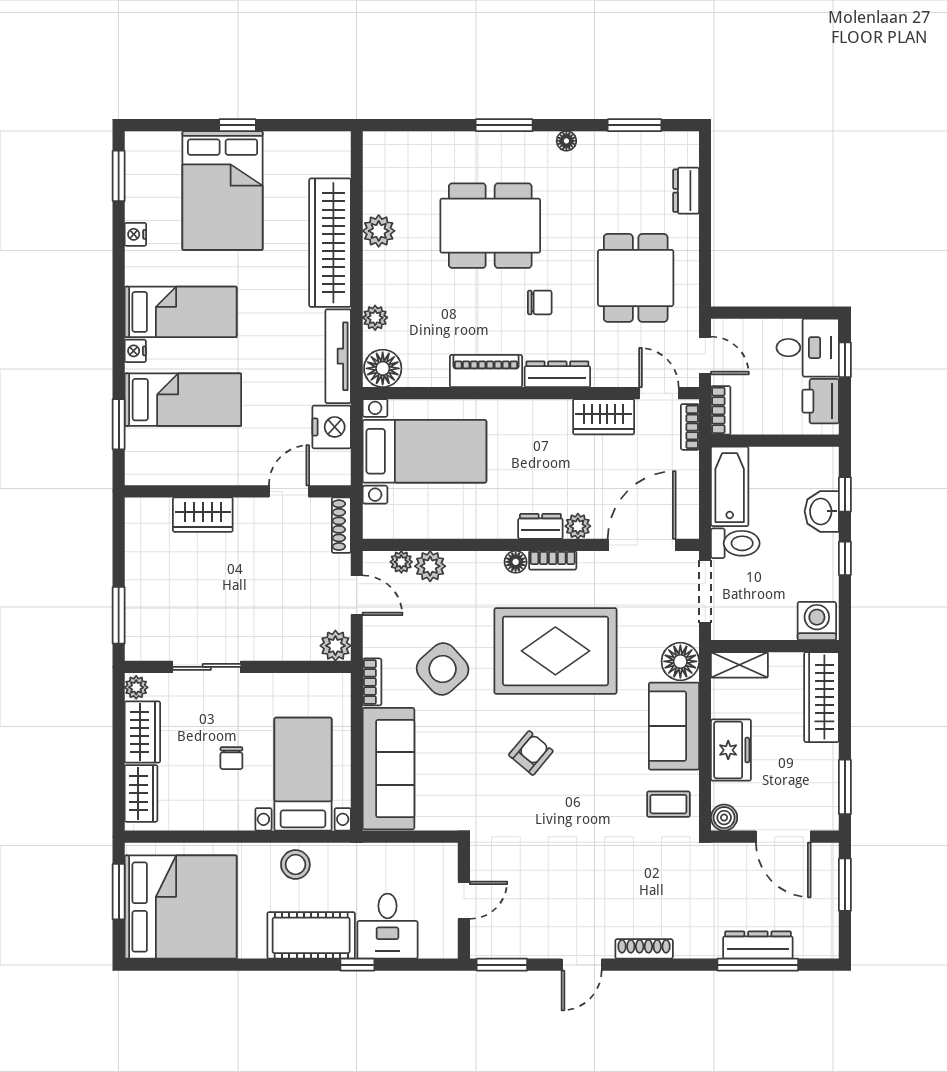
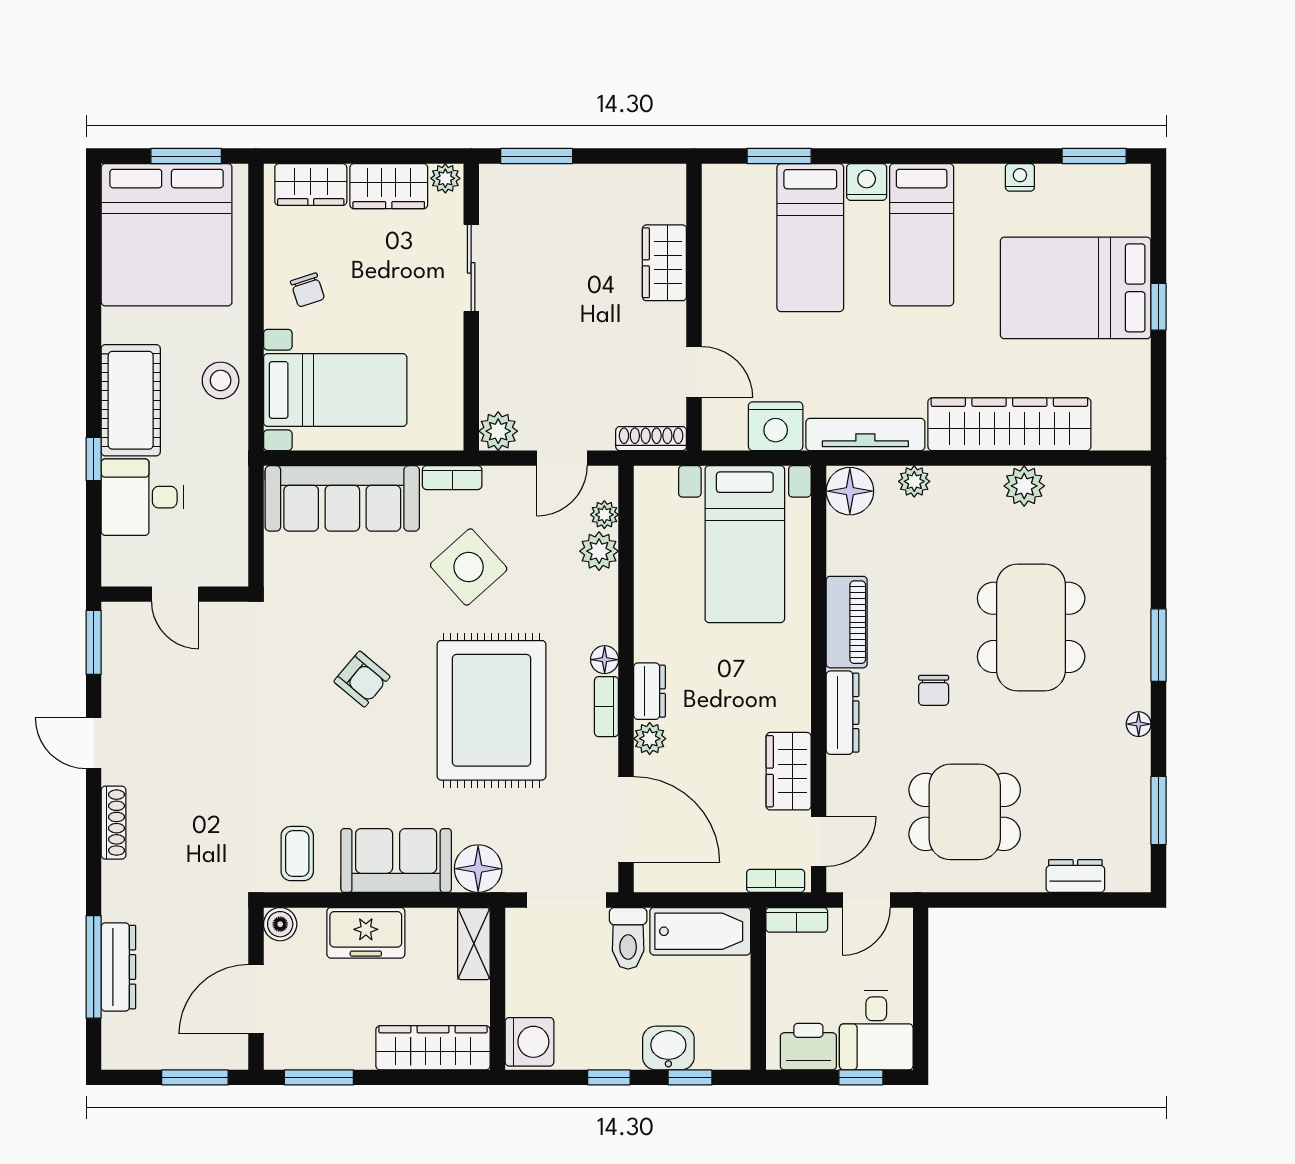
nightstand: (135, 351) -> (867, 182), width x1.39, depth x1.35
chair: (231, 758) -> (308, 290), moved, turned -108

